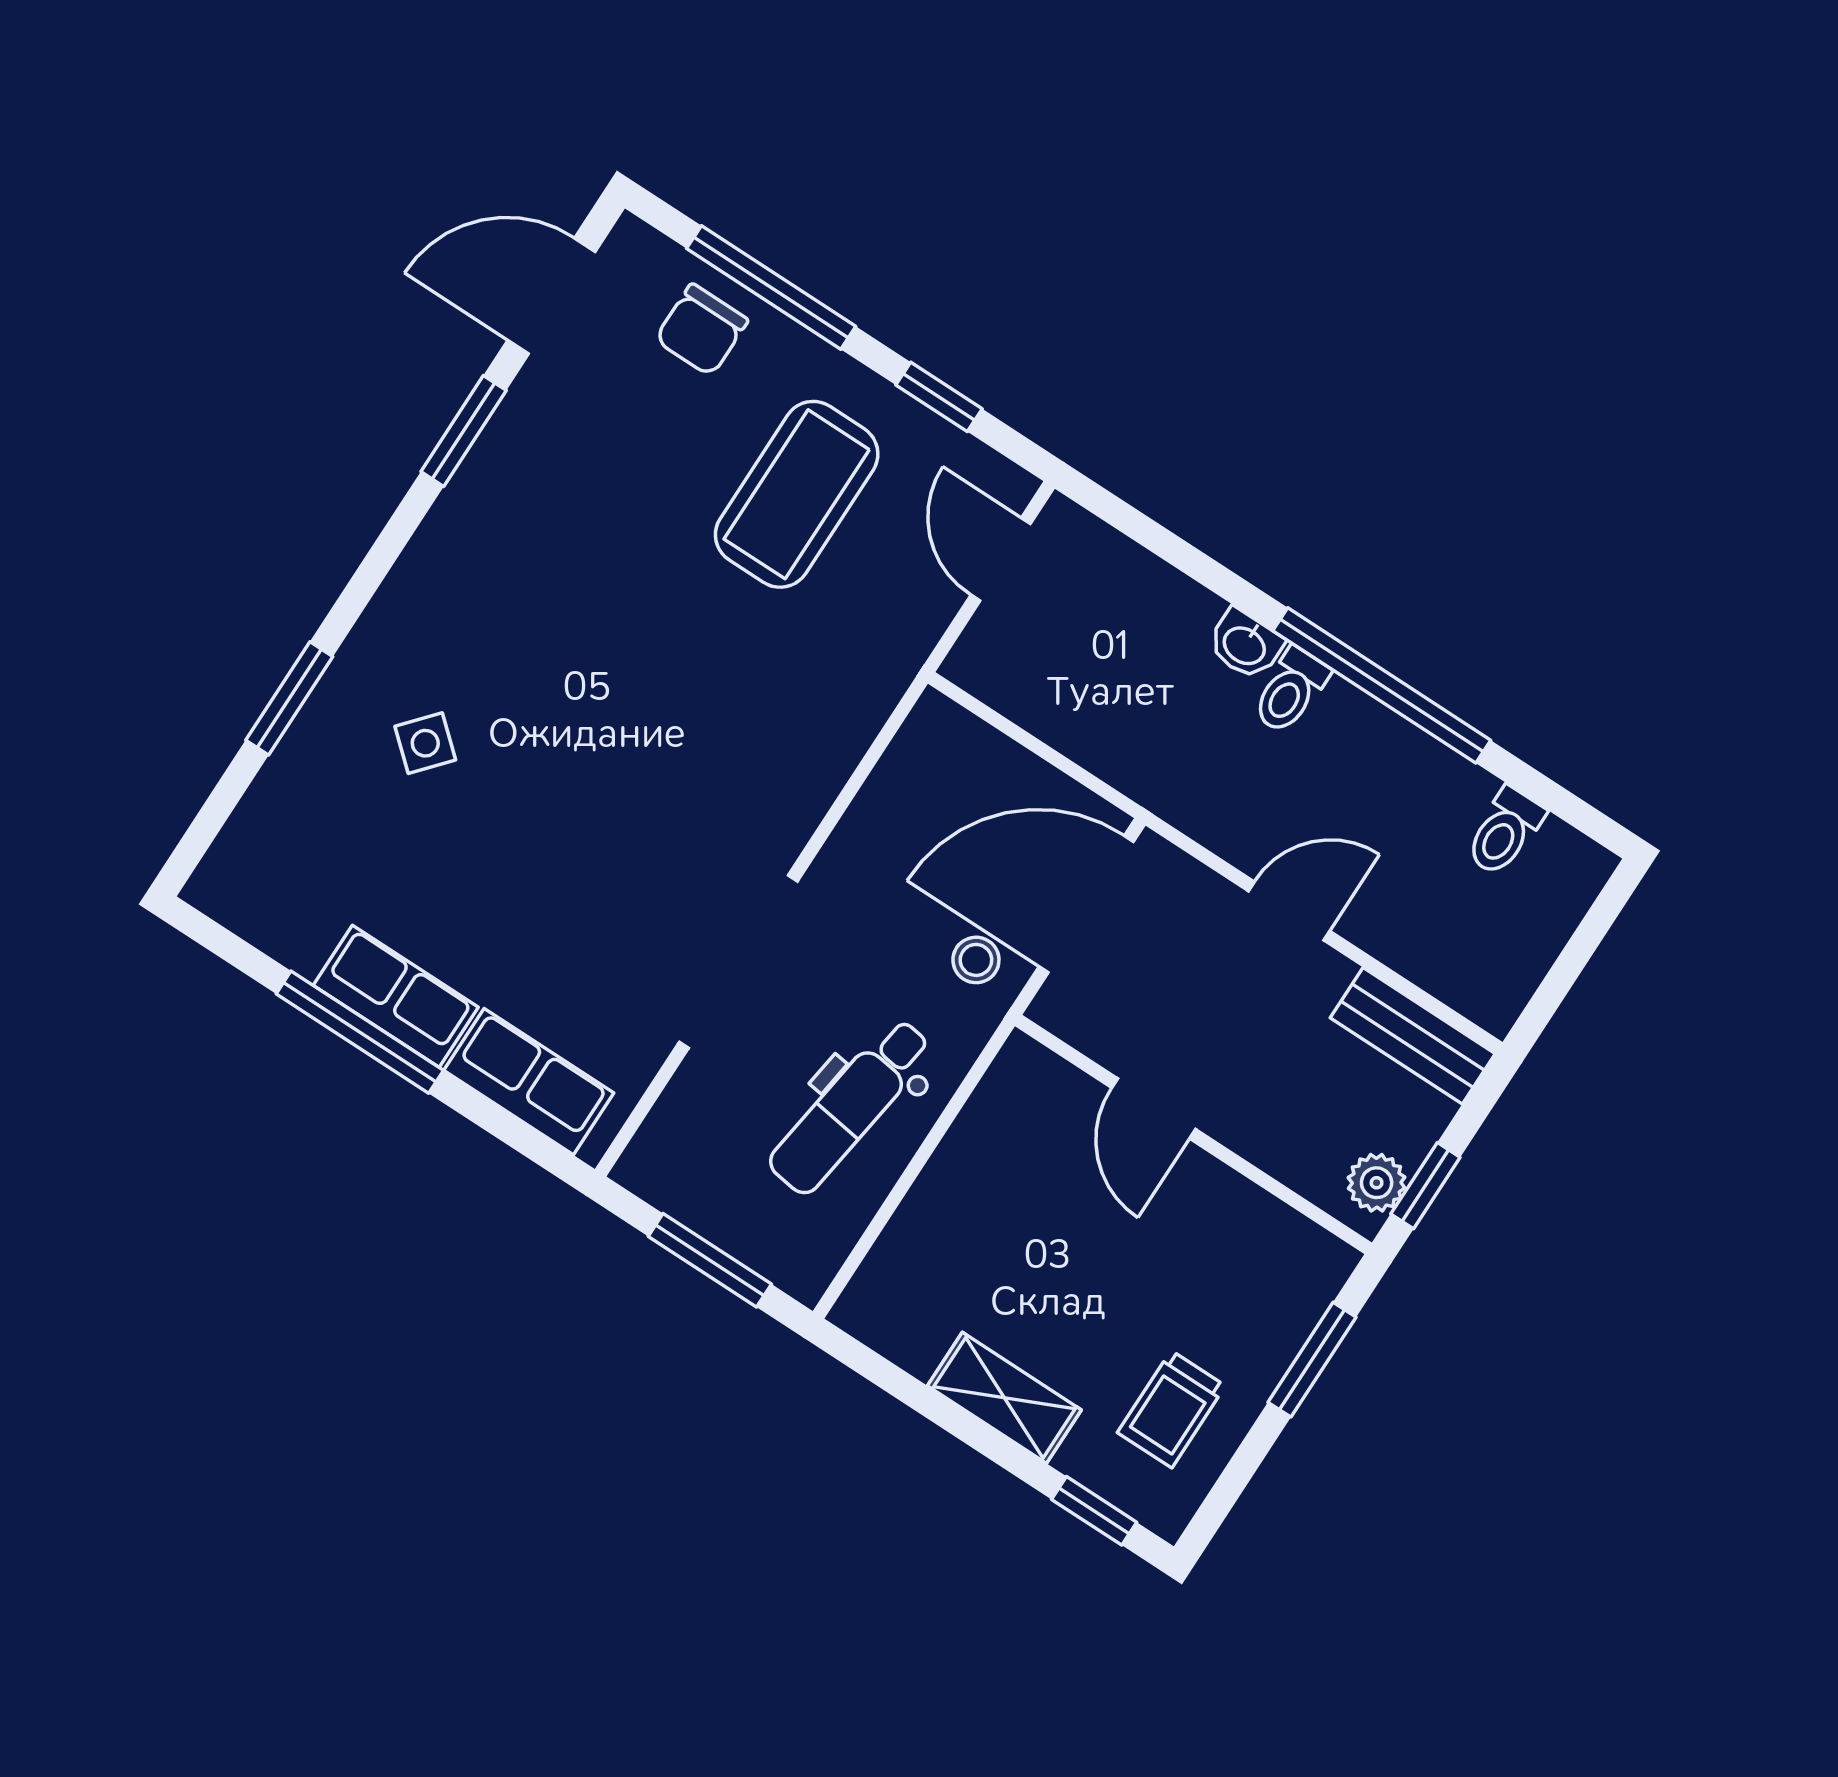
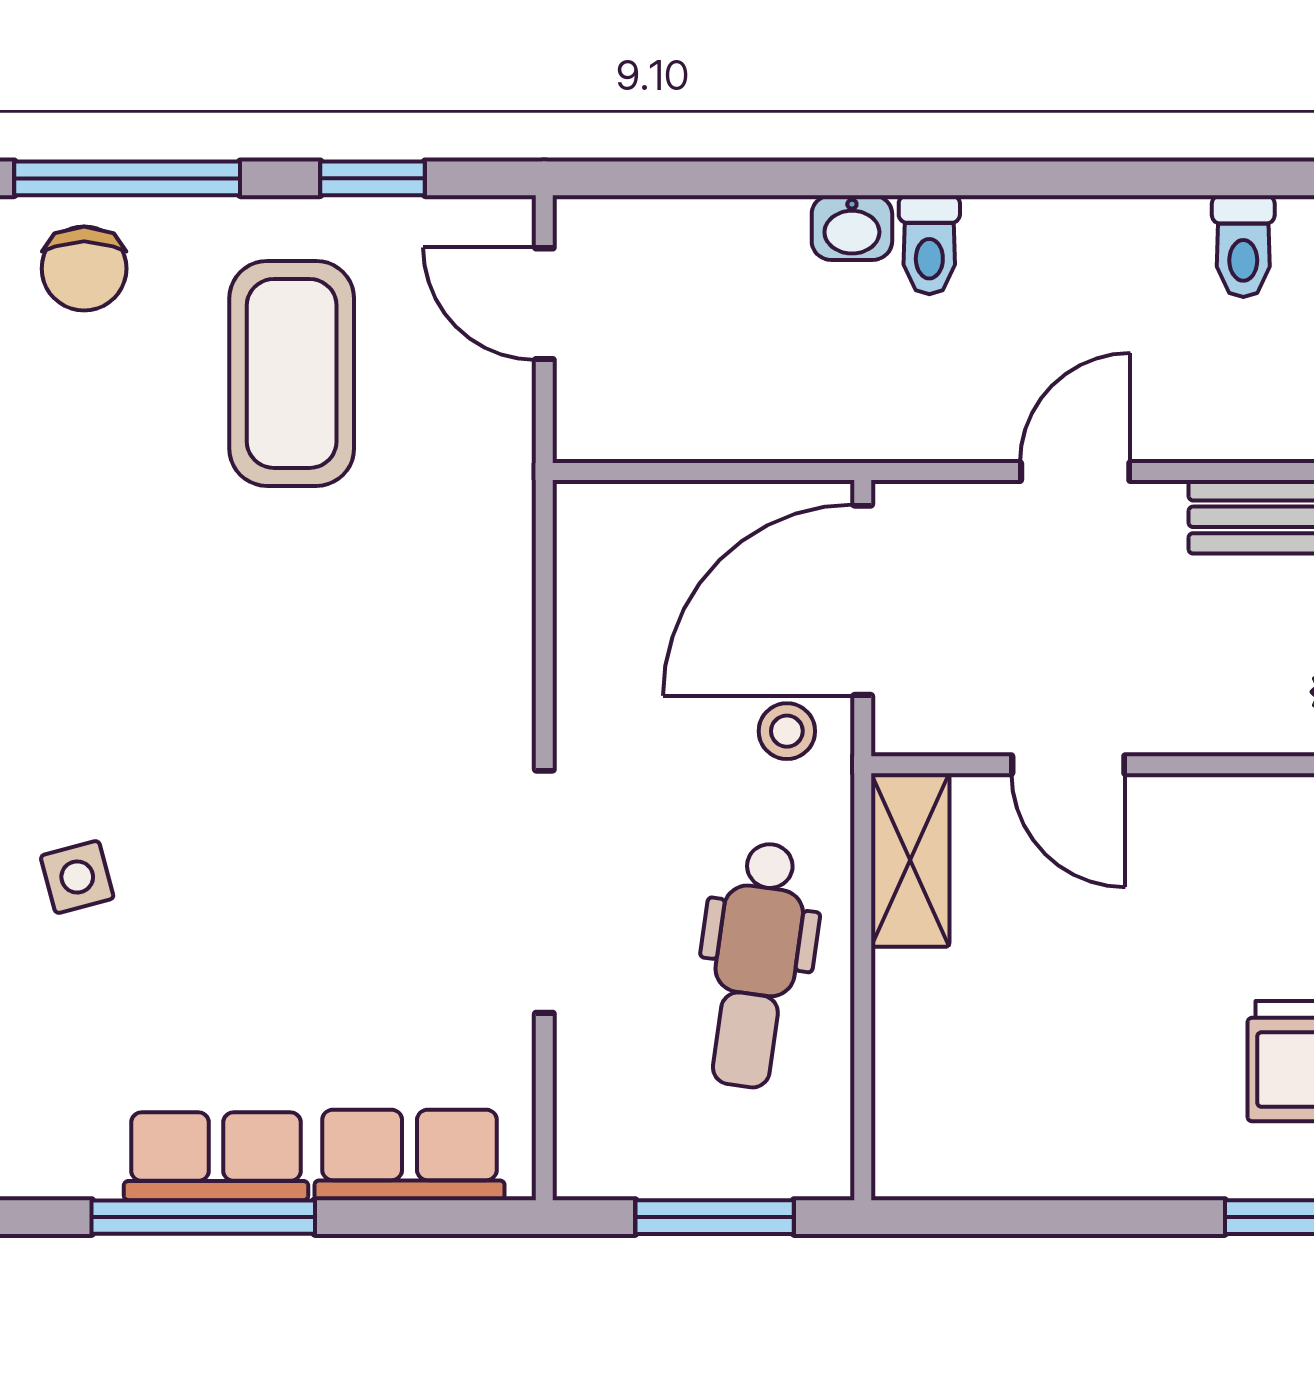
window: (1382, 685) -> (1020, 178), removed
side table: (425, 743) -> (77, 877), turned 34
shelving: (1004, 1398) -> (910, 860), moved, turned 90

